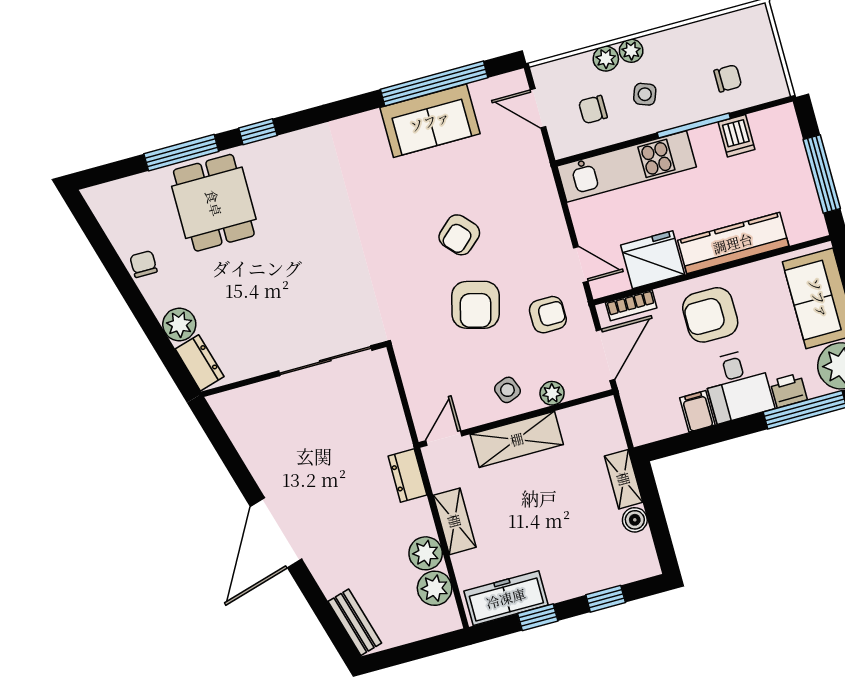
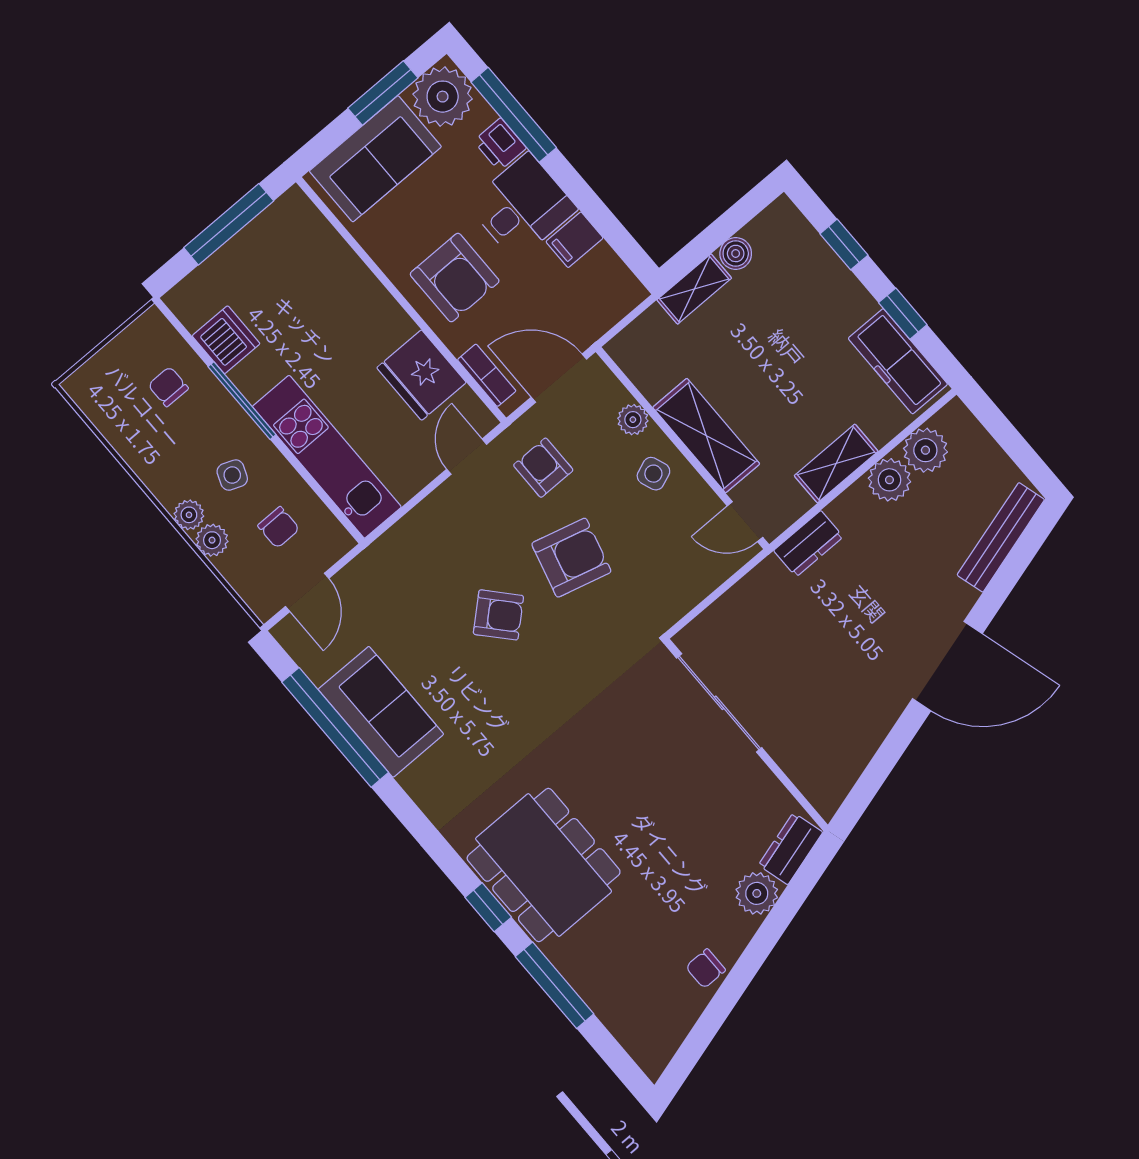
dishwasher: (737, 136) -> (226, 340), width x1.38
dining table: (214, 203) -> (544, 865), moved, width x1.38
kitchen counter: (733, 243) -> (358, 290), removed
bench: (355, 622) -> (1001, 537), width x1.36

